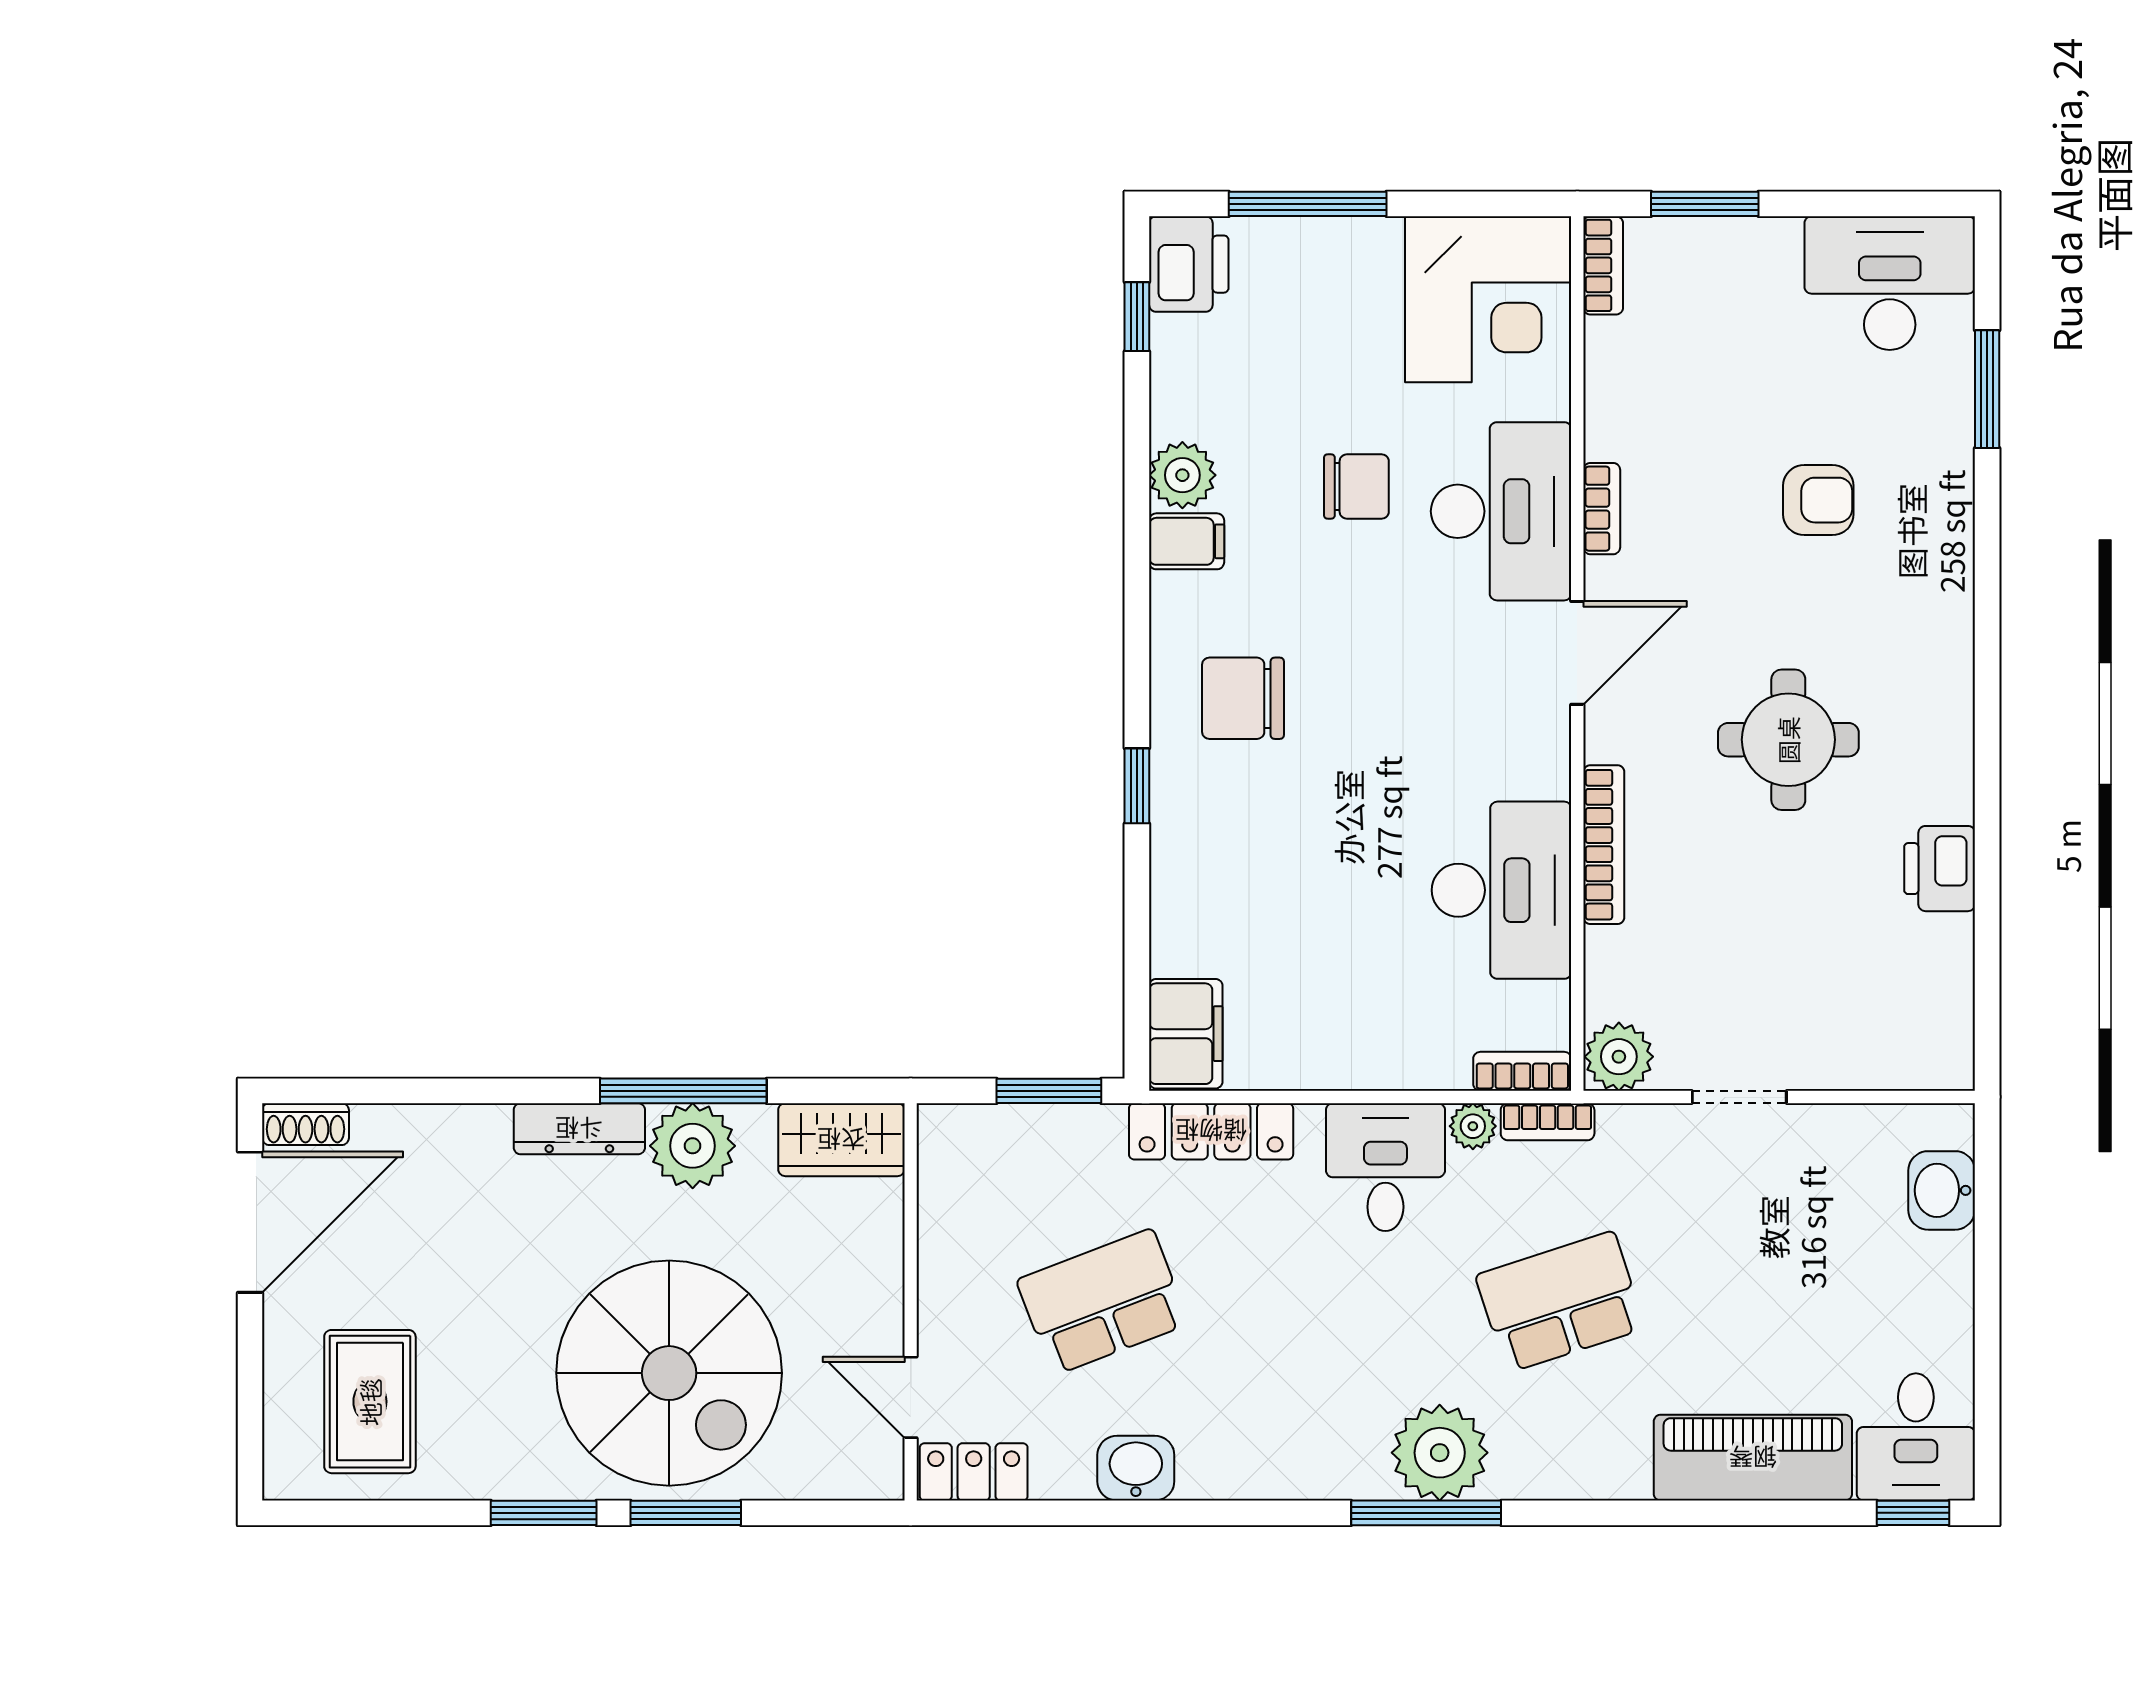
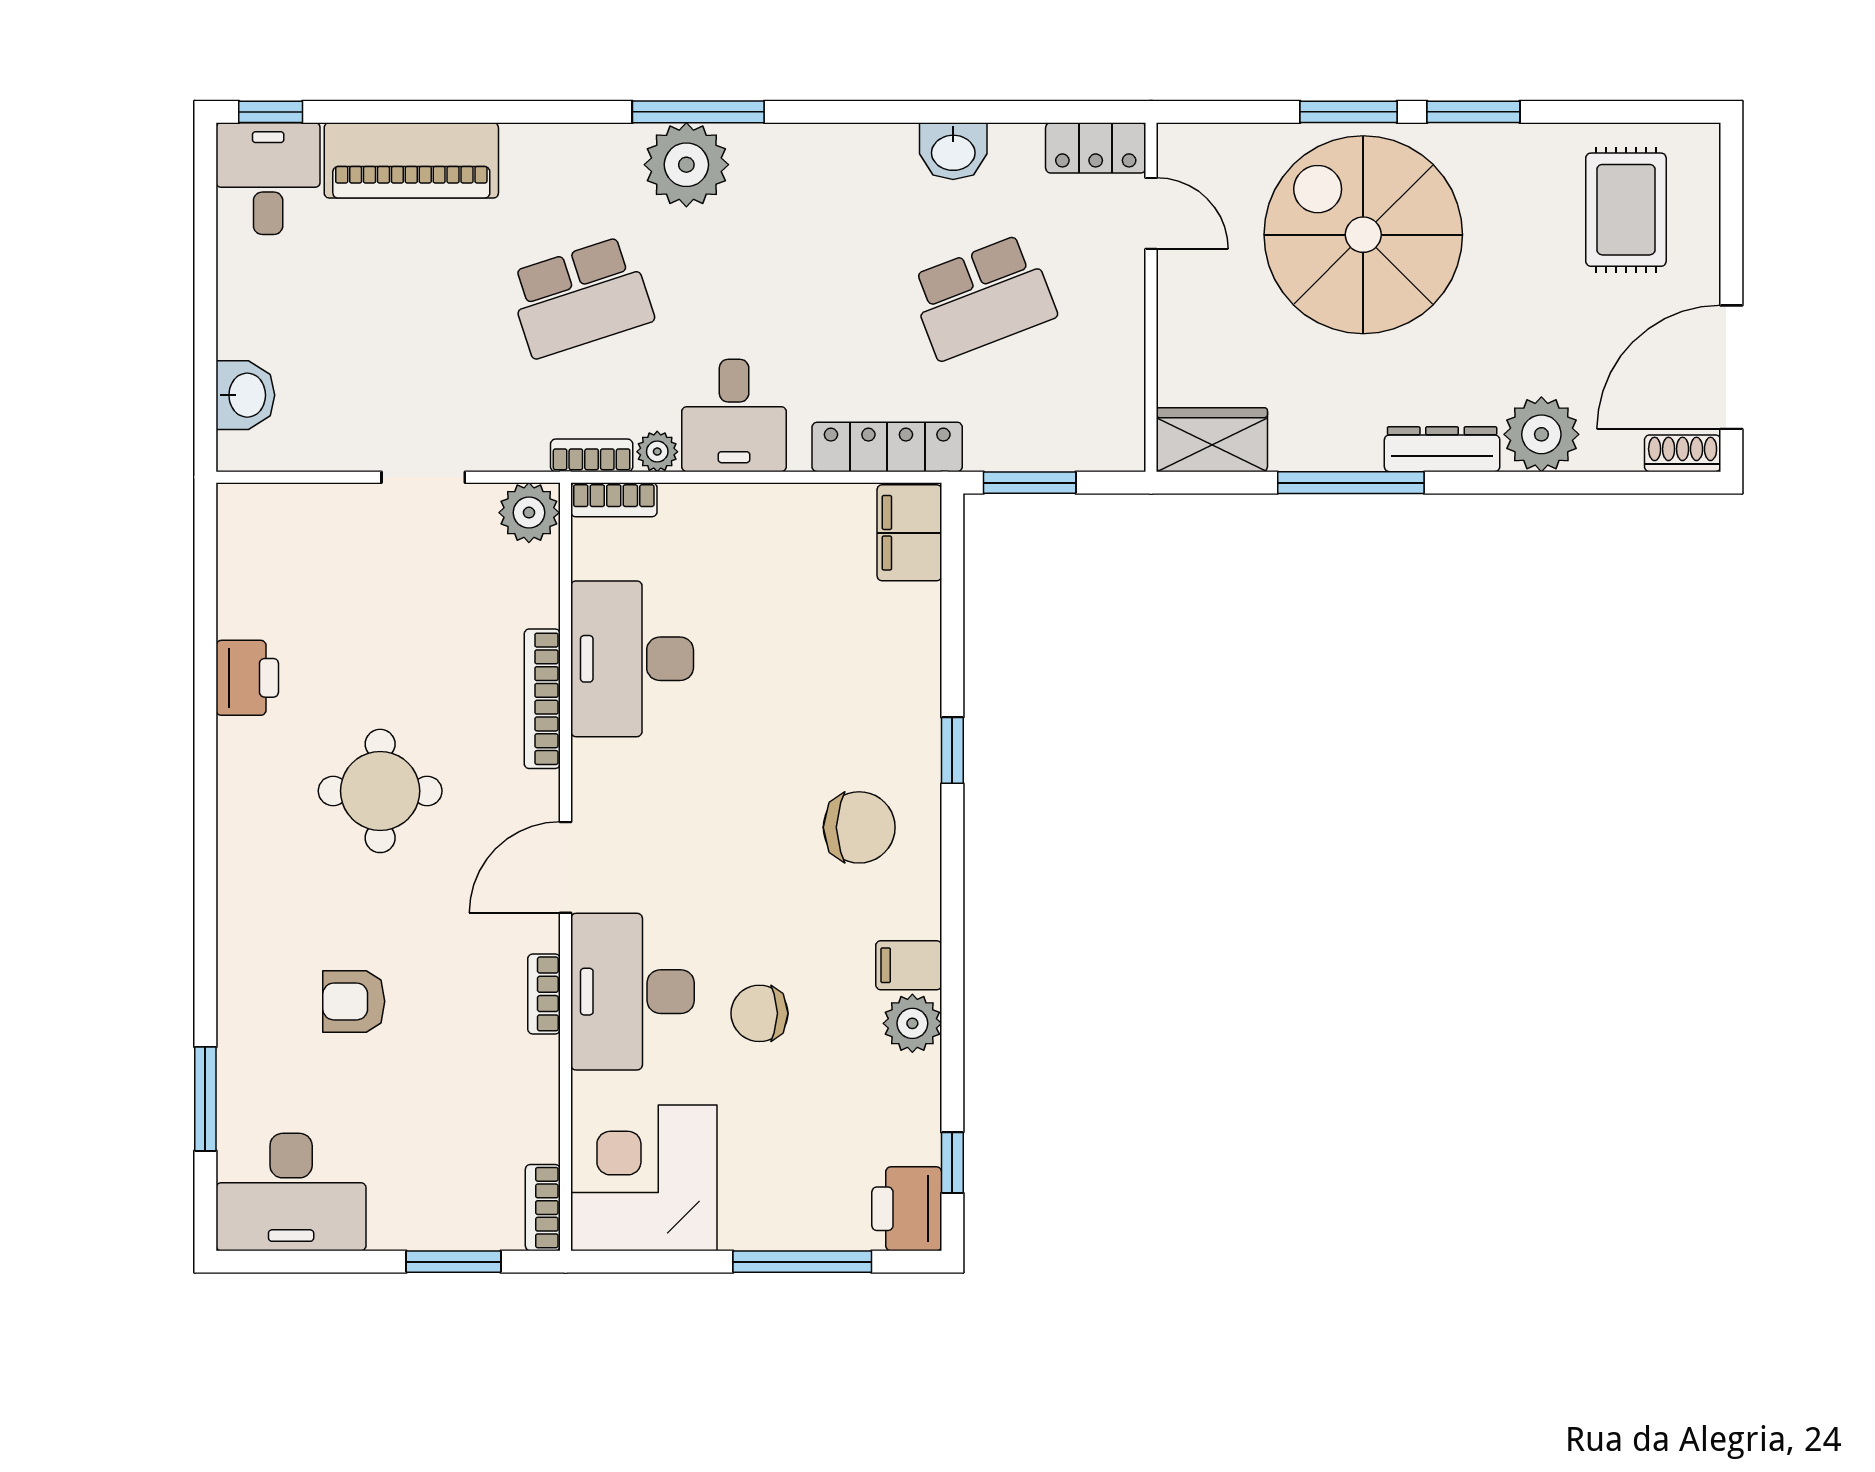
plant: (693, 1146) -> (1541, 434), moved

